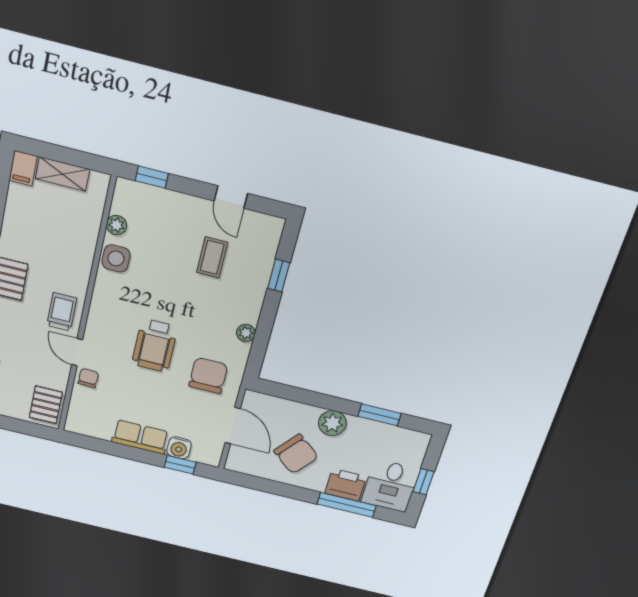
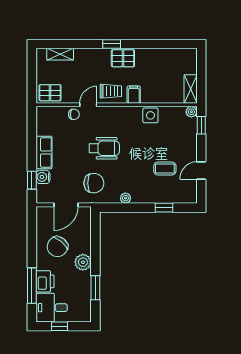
filing cabinet: (23, 168) -> (134, 95), moved, turned 90
shelving: (63, 174) -> (191, 89), moved
plant: (116, 225) -> (191, 112), moved
wheelchair: (155, 346) -> (104, 148), turned 180

